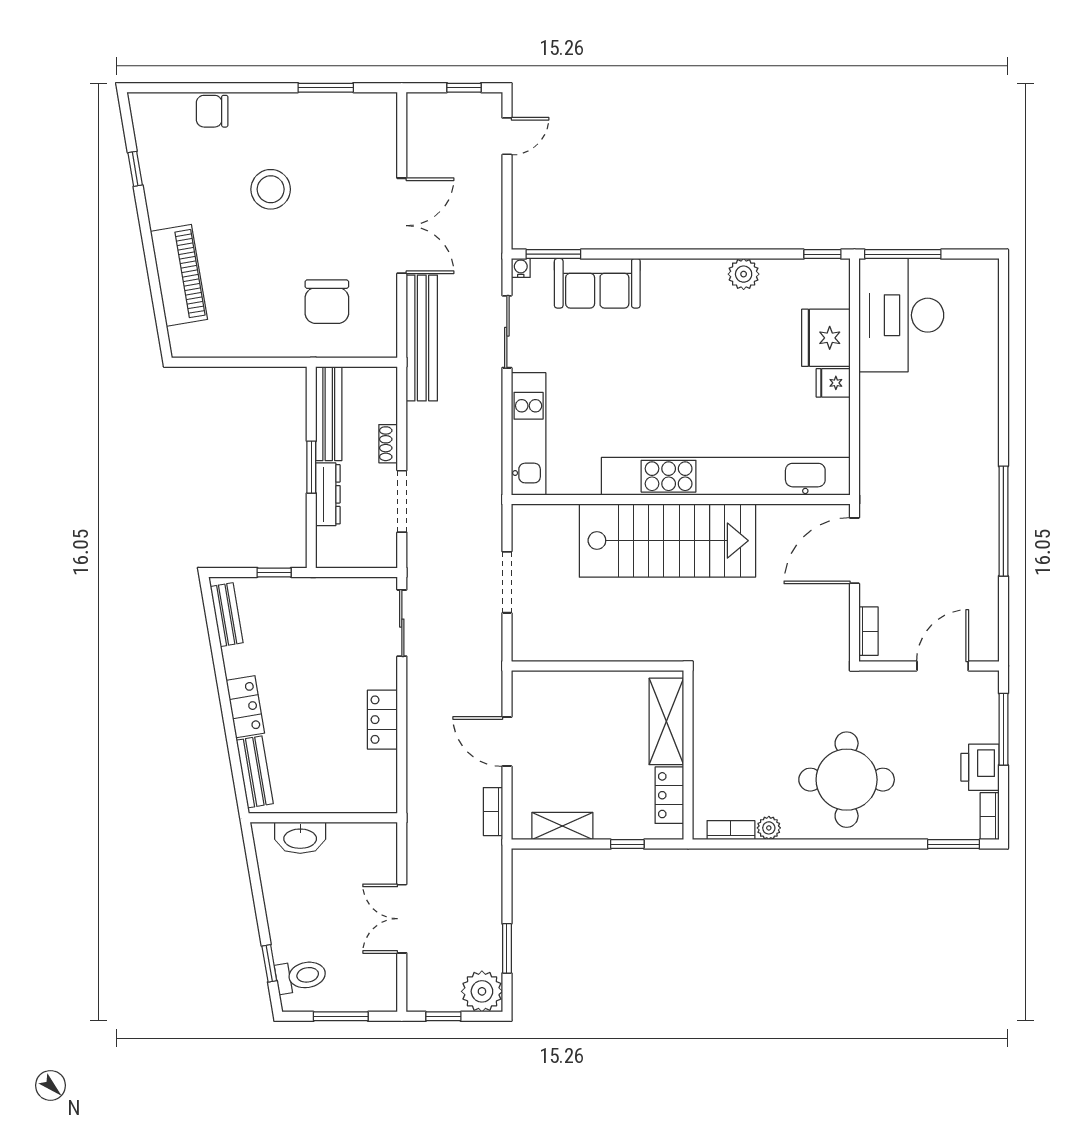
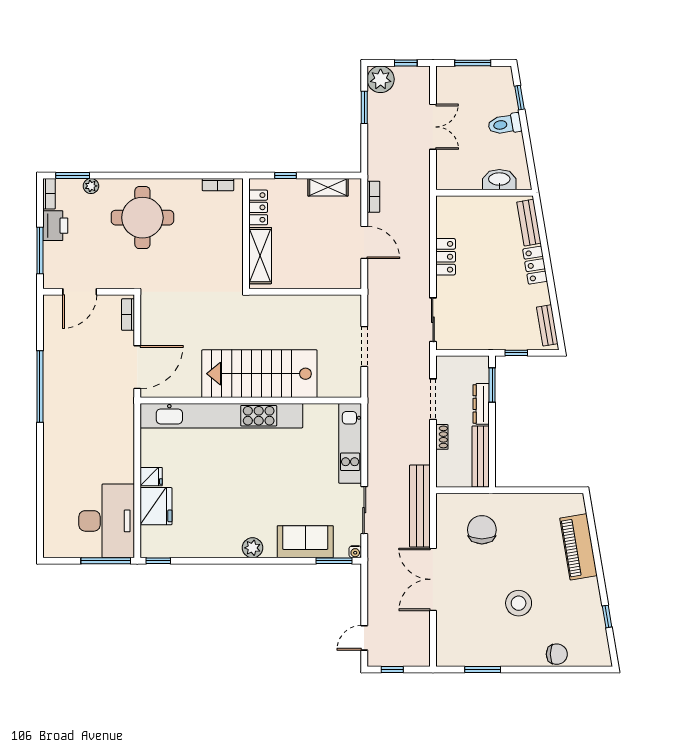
plant: (744, 274) -> (252, 548), moved
window: (311, 467) -> (492, 385), moved
plant: (769, 828) -> (91, 186), moved
toilet: (301, 976) -> (505, 124), moved

